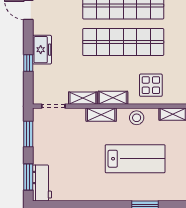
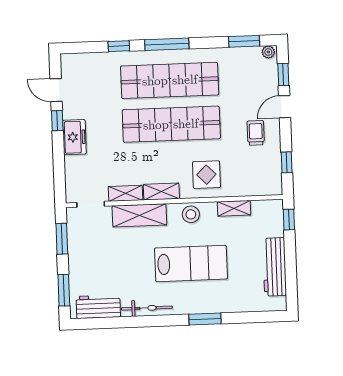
window: (28, 63) -> (57, 121), moved
shelving: (101, 115) -> (139, 215), width x1.50, depth x1.33
workbench: (42, 183) -> (98, 307), moved, turned -90
bicycle: (97, 194) -> (147, 308), added

